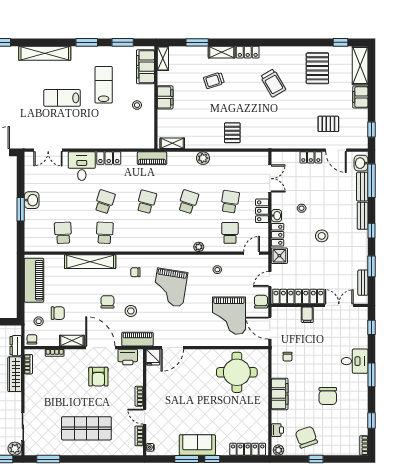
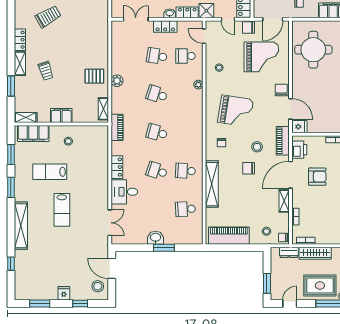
pallet: (232, 133) -> (94, 76), moved
chair: (58, 313) -> (281, 90), moved

